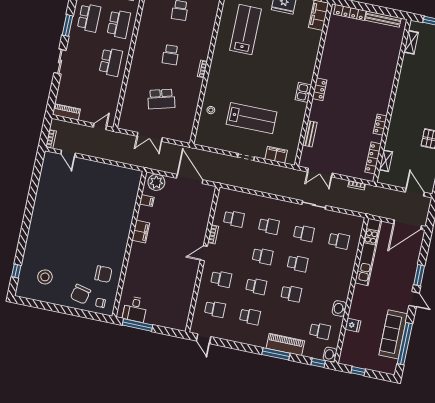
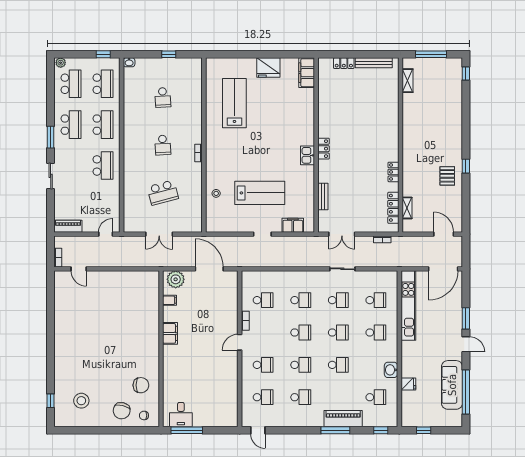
locker: (350, 12) -> (344, 63), width x0.66
school desk: (333, 271) -> (376, 333), added
washbasin: (330, 355) -> (391, 419), removed

